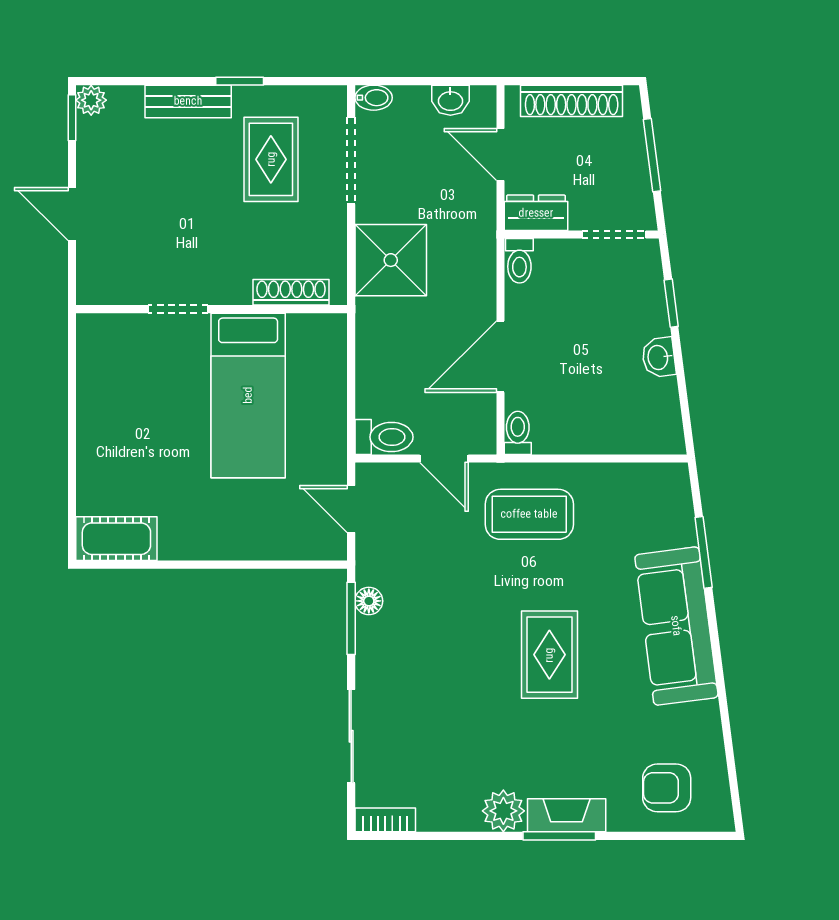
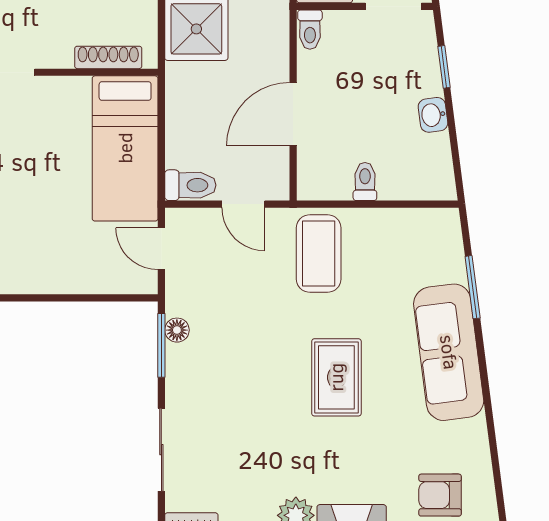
bed: (248, 395) -> (125, 148), moved
toilet: (518, 433) -> (365, 182), moved
coffee table: (529, 514) -> (319, 253), turned 90

